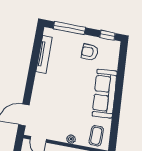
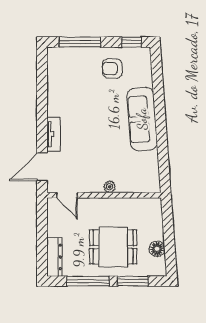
tv unit: (44, 54) -> (54, 134), moved, width x0.71
coffee table: (96, 136) -> (142, 176), removed

